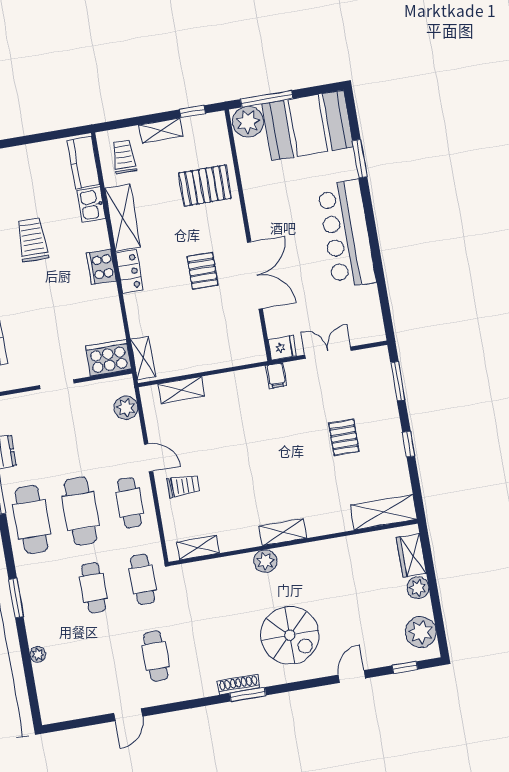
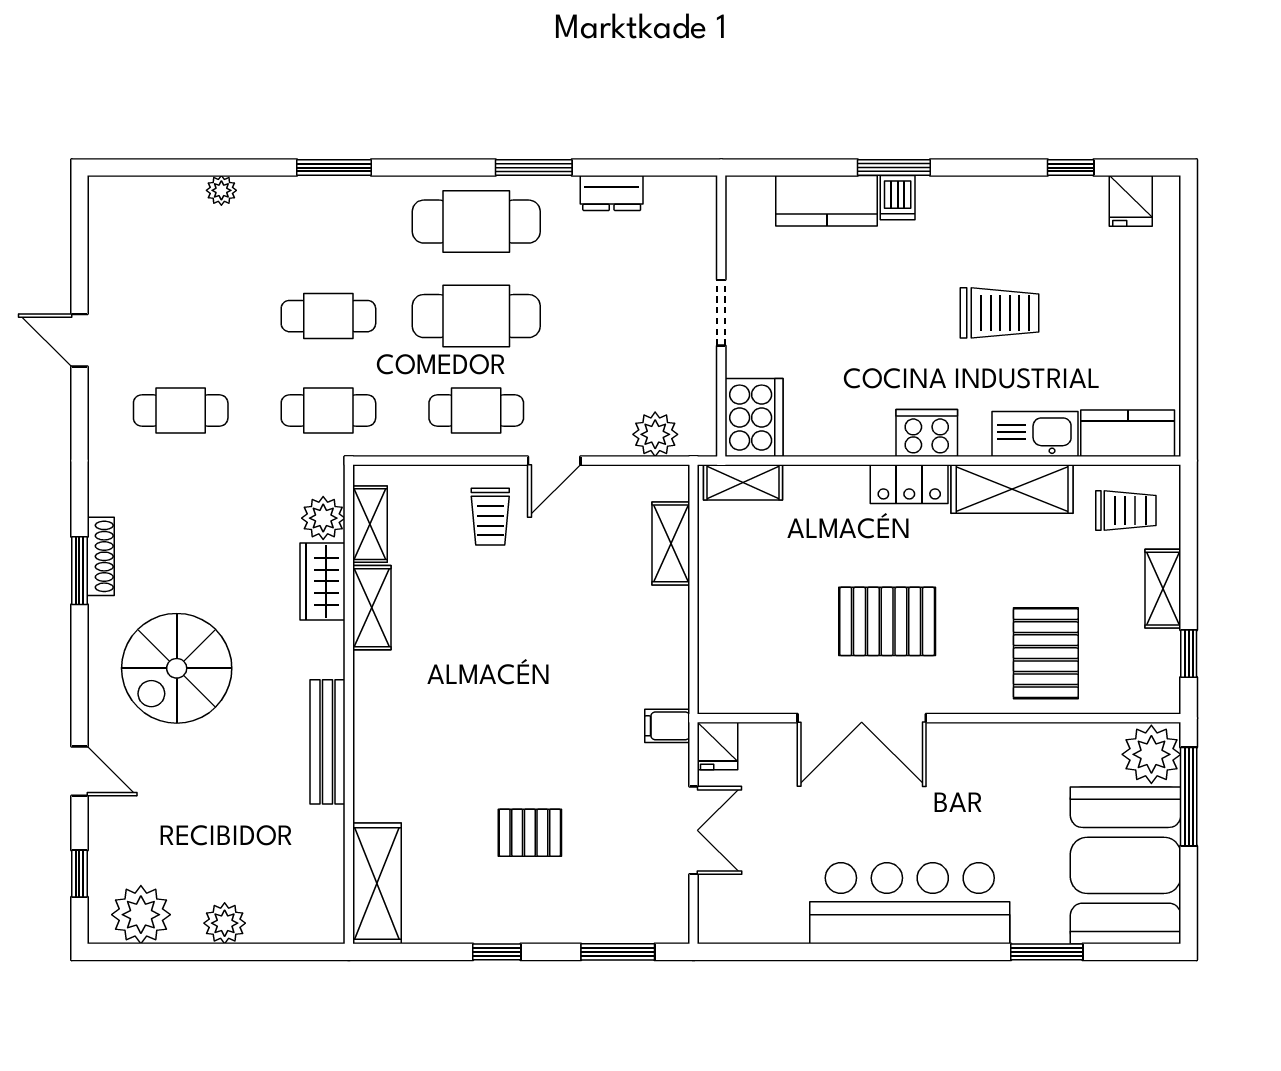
kitchen sink: (91, 205) -> (1035, 434), width x1.38
pallet: (202, 271) -> (887, 621), width x1.50, depth x1.42
shelving: (283, 532) -> (372, 608), moved
bench: (315, 550) -> (327, 742), added
wardrobe: (411, 555) -> (322, 581), moved, turned -90
plant: (265, 561) -> (323, 518), moved

